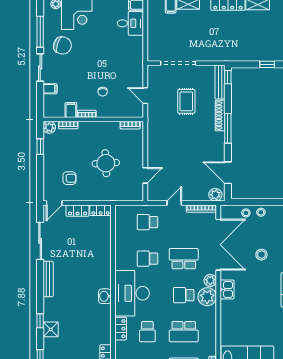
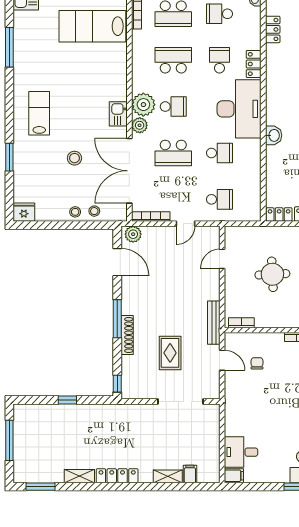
bench: (220, 82) -> (214, 323), moved
chair: (103, 92) -> (257, 363), moved
washbasin: (105, 296) -> (274, 135), moved

